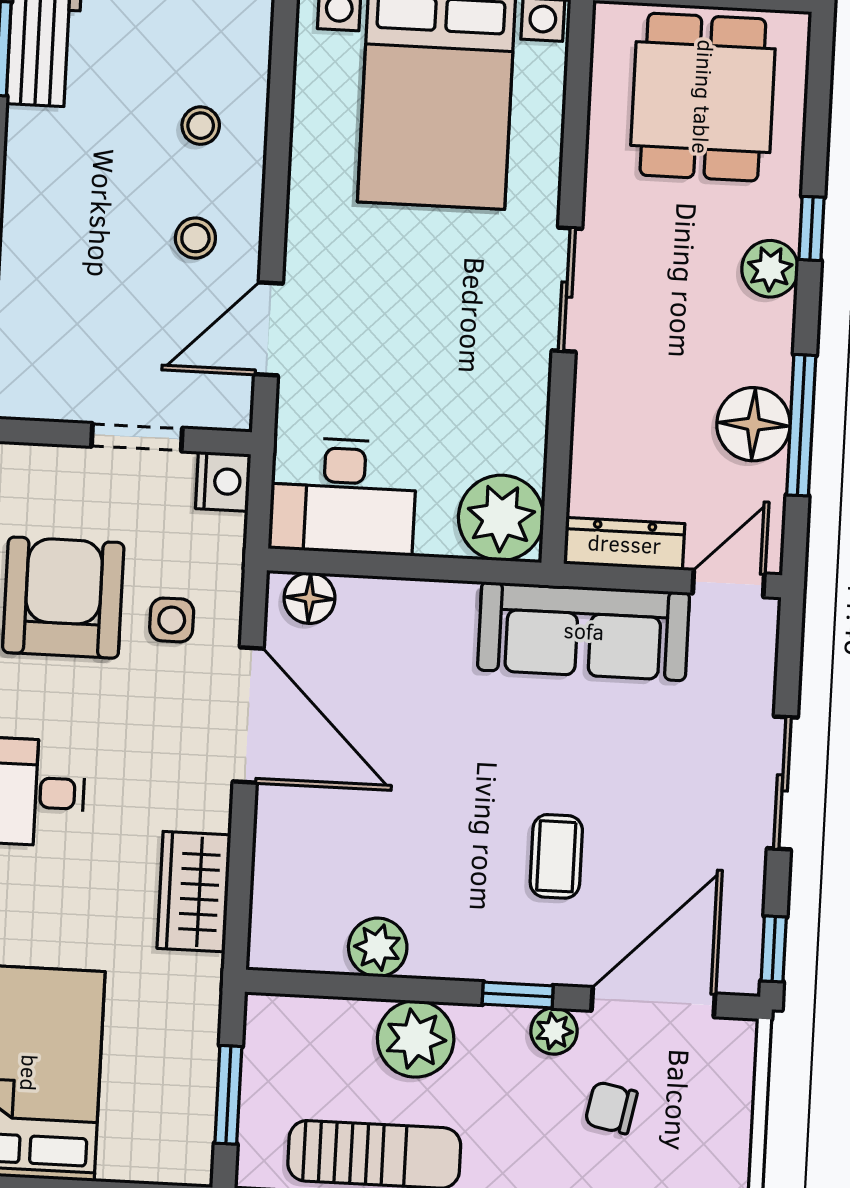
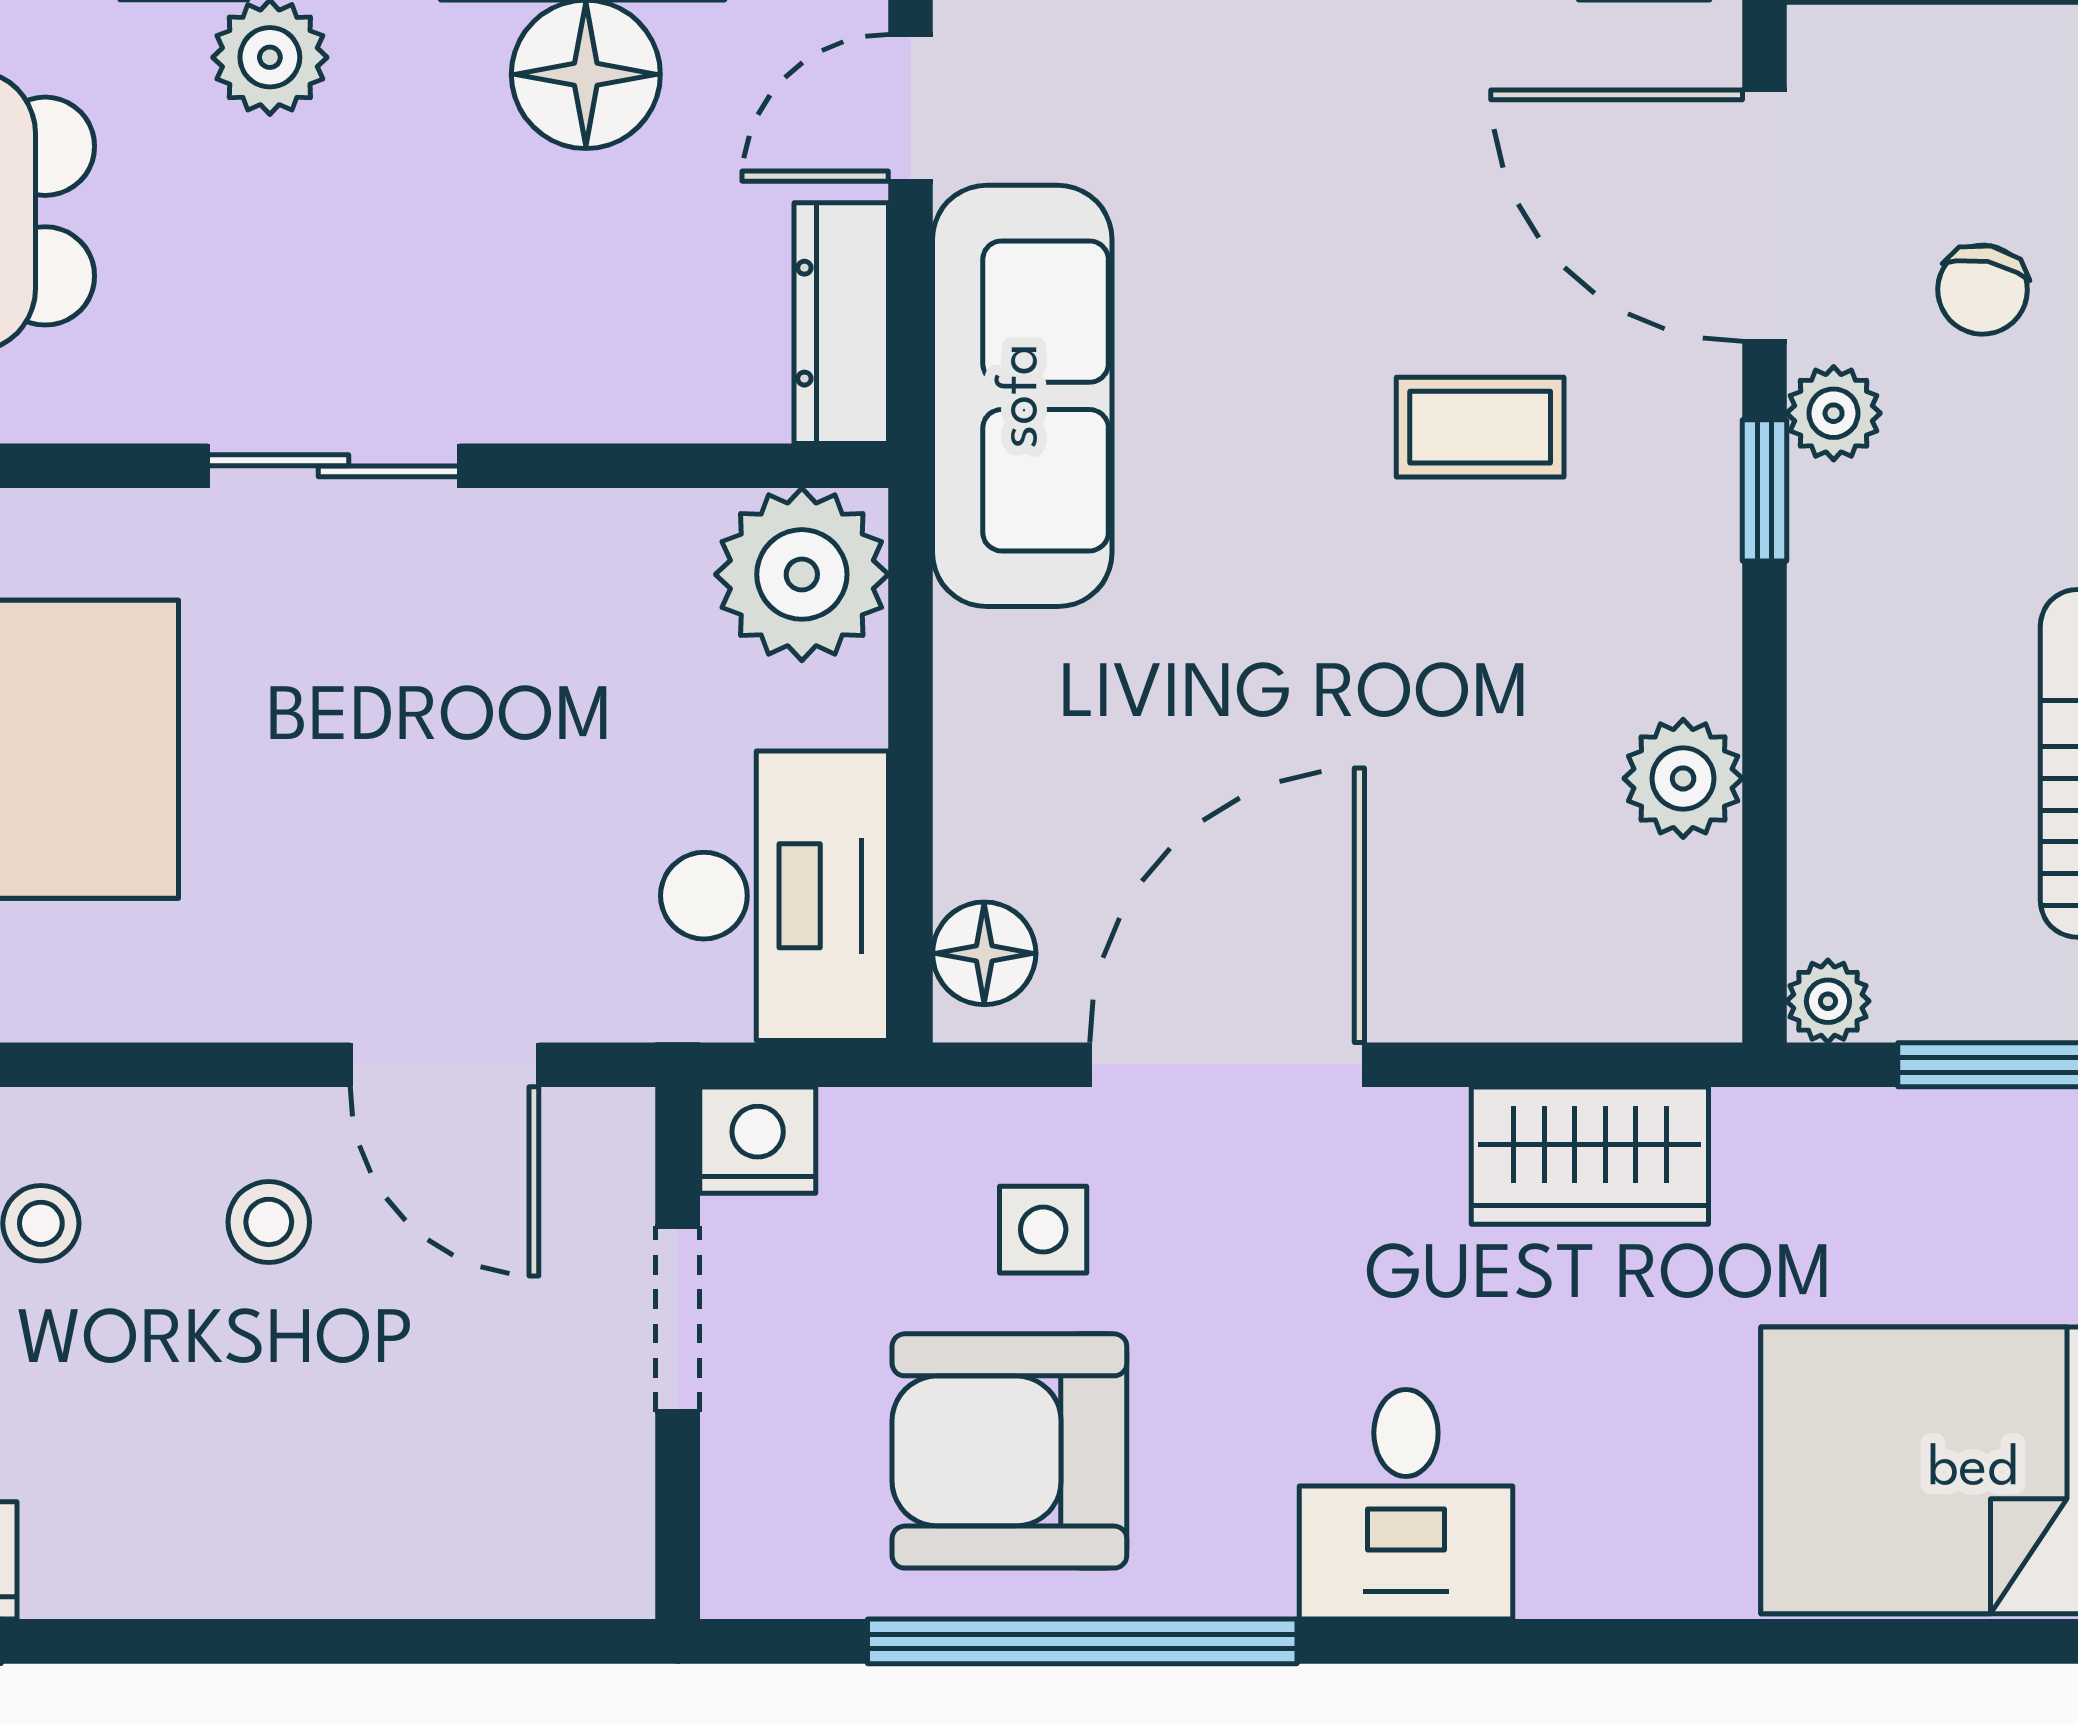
door: (729, 584) -> (911, 108), hinge flipped
plant: (416, 1039) -> (1828, 1001), moved, width x0.53, depth x0.53

